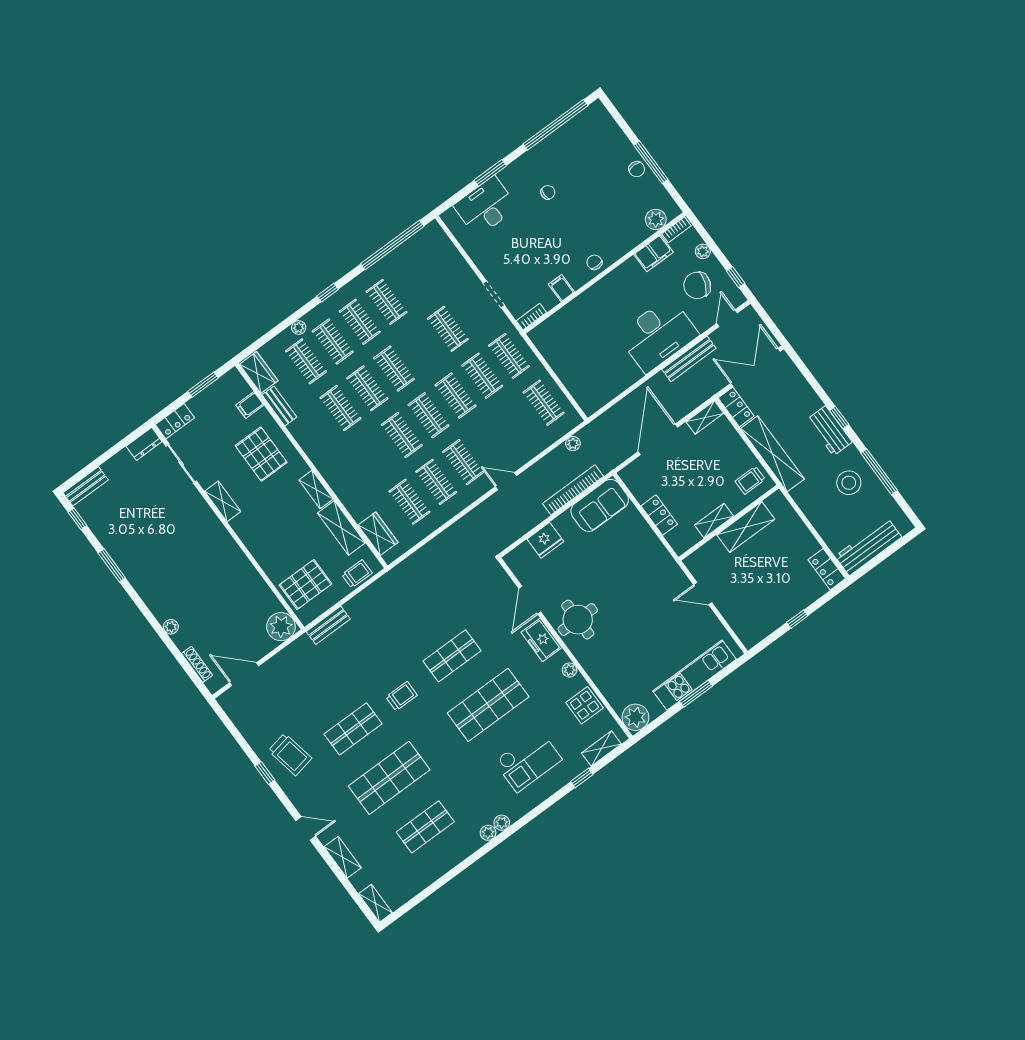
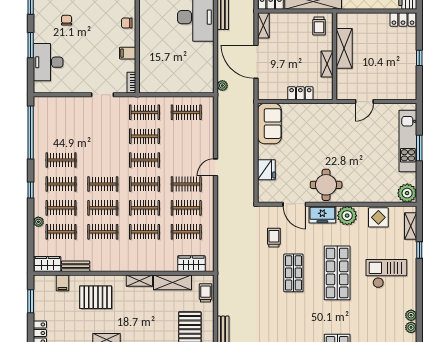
clothes rail: (448, 329) -> (145, 232), moved
plant: (573, 444) -> (222, 86), moved
bookcase: (573, 490) -> (249, 132), removed
plant: (570, 670) -> (347, 216), width x1.88, depth x1.88
trolley: (402, 696) -> (274, 238), moved
checkout: (528, 760) -> (386, 274), turned -90

